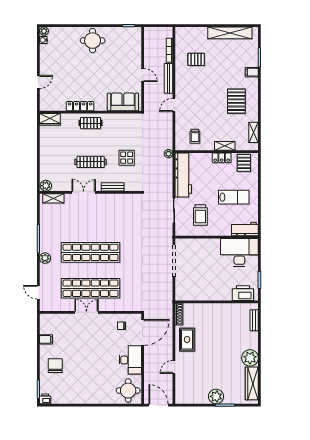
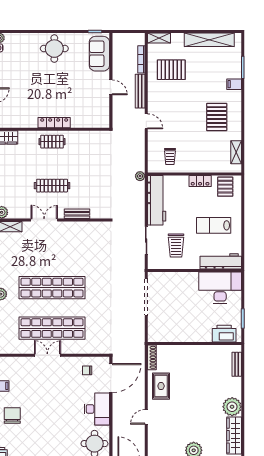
pallet: (196, 59) -> (171, 70), width x1.50, depth x1.42
sofa: (123, 102) -> (99, 54), moved, turned -90
door: (174, 105) -> (146, 121), swing flipped
locker: (80, 106) -> (54, 123), moved
shelving: (225, 146) -> (159, 38), moved
display table: (127, 158) -> (93, 181), removed
lab bench: (234, 197) -> (214, 225), turned 180
workbench: (245, 229) -> (221, 261), width x1.38

